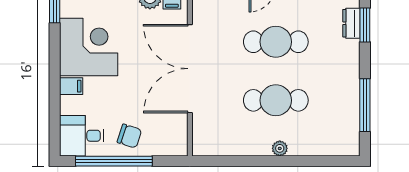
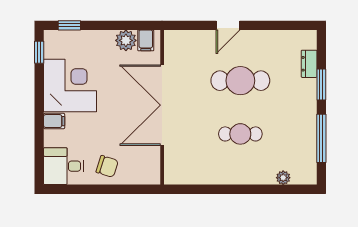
window: (365, 25) -> (321, 84), moved
cafe table: (276, 100) -> (240, 134), width x0.73, depth x0.74
plant: (280, 148) -> (283, 178), moved
window: (114, 161) -> (93, 189), removed

